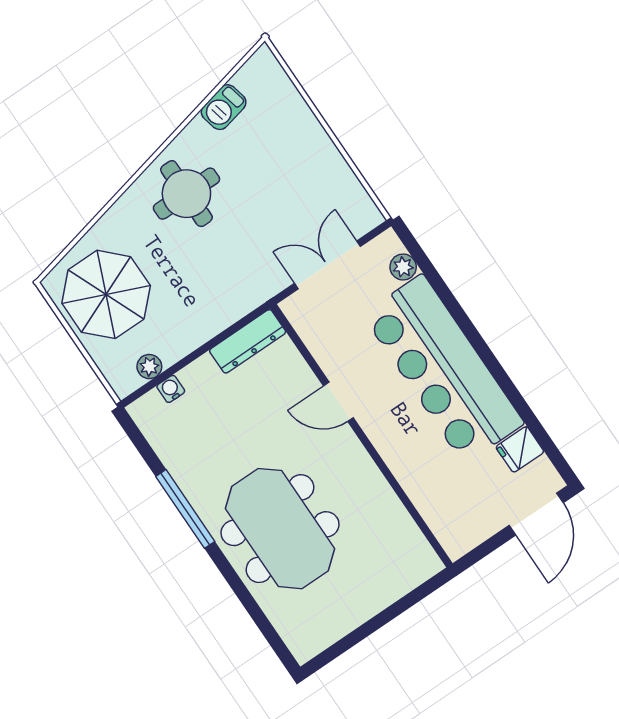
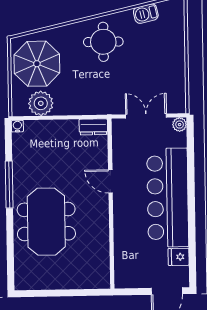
plant: (403, 267) -> (180, 125), moved
dresser: (248, 341) -> (93, 127), width x0.70
plant: (149, 367) -> (41, 103), width x1.88, depth x1.88
water cooler: (171, 389) -> (17, 126), moved

